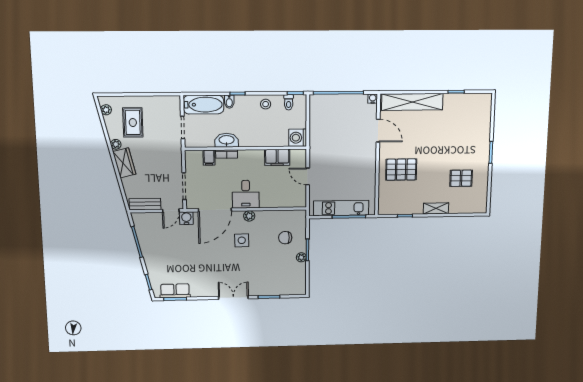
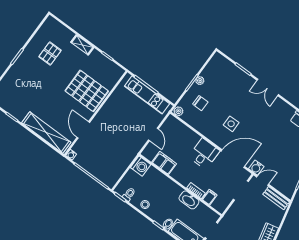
pallet: (401, 170) -> (87, 91), width x1.37, depth x1.41
pallet: (461, 178) -> (50, 54), turned 90
plant: (249, 216) -> (178, 111), moved

